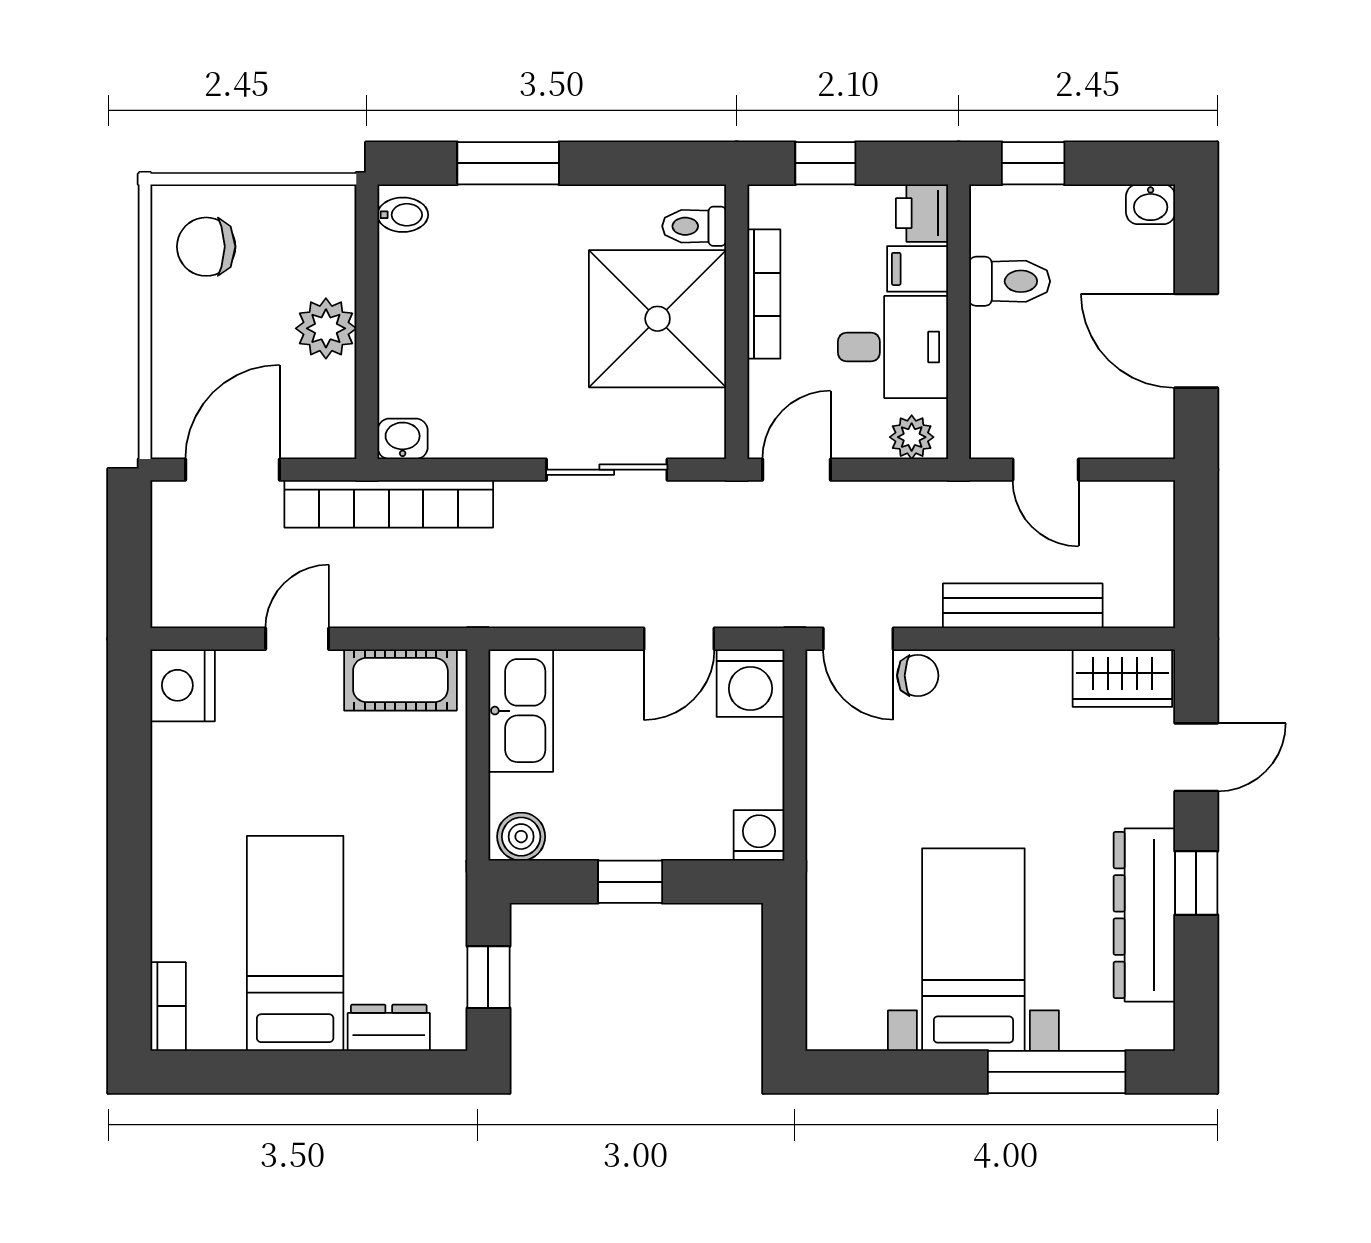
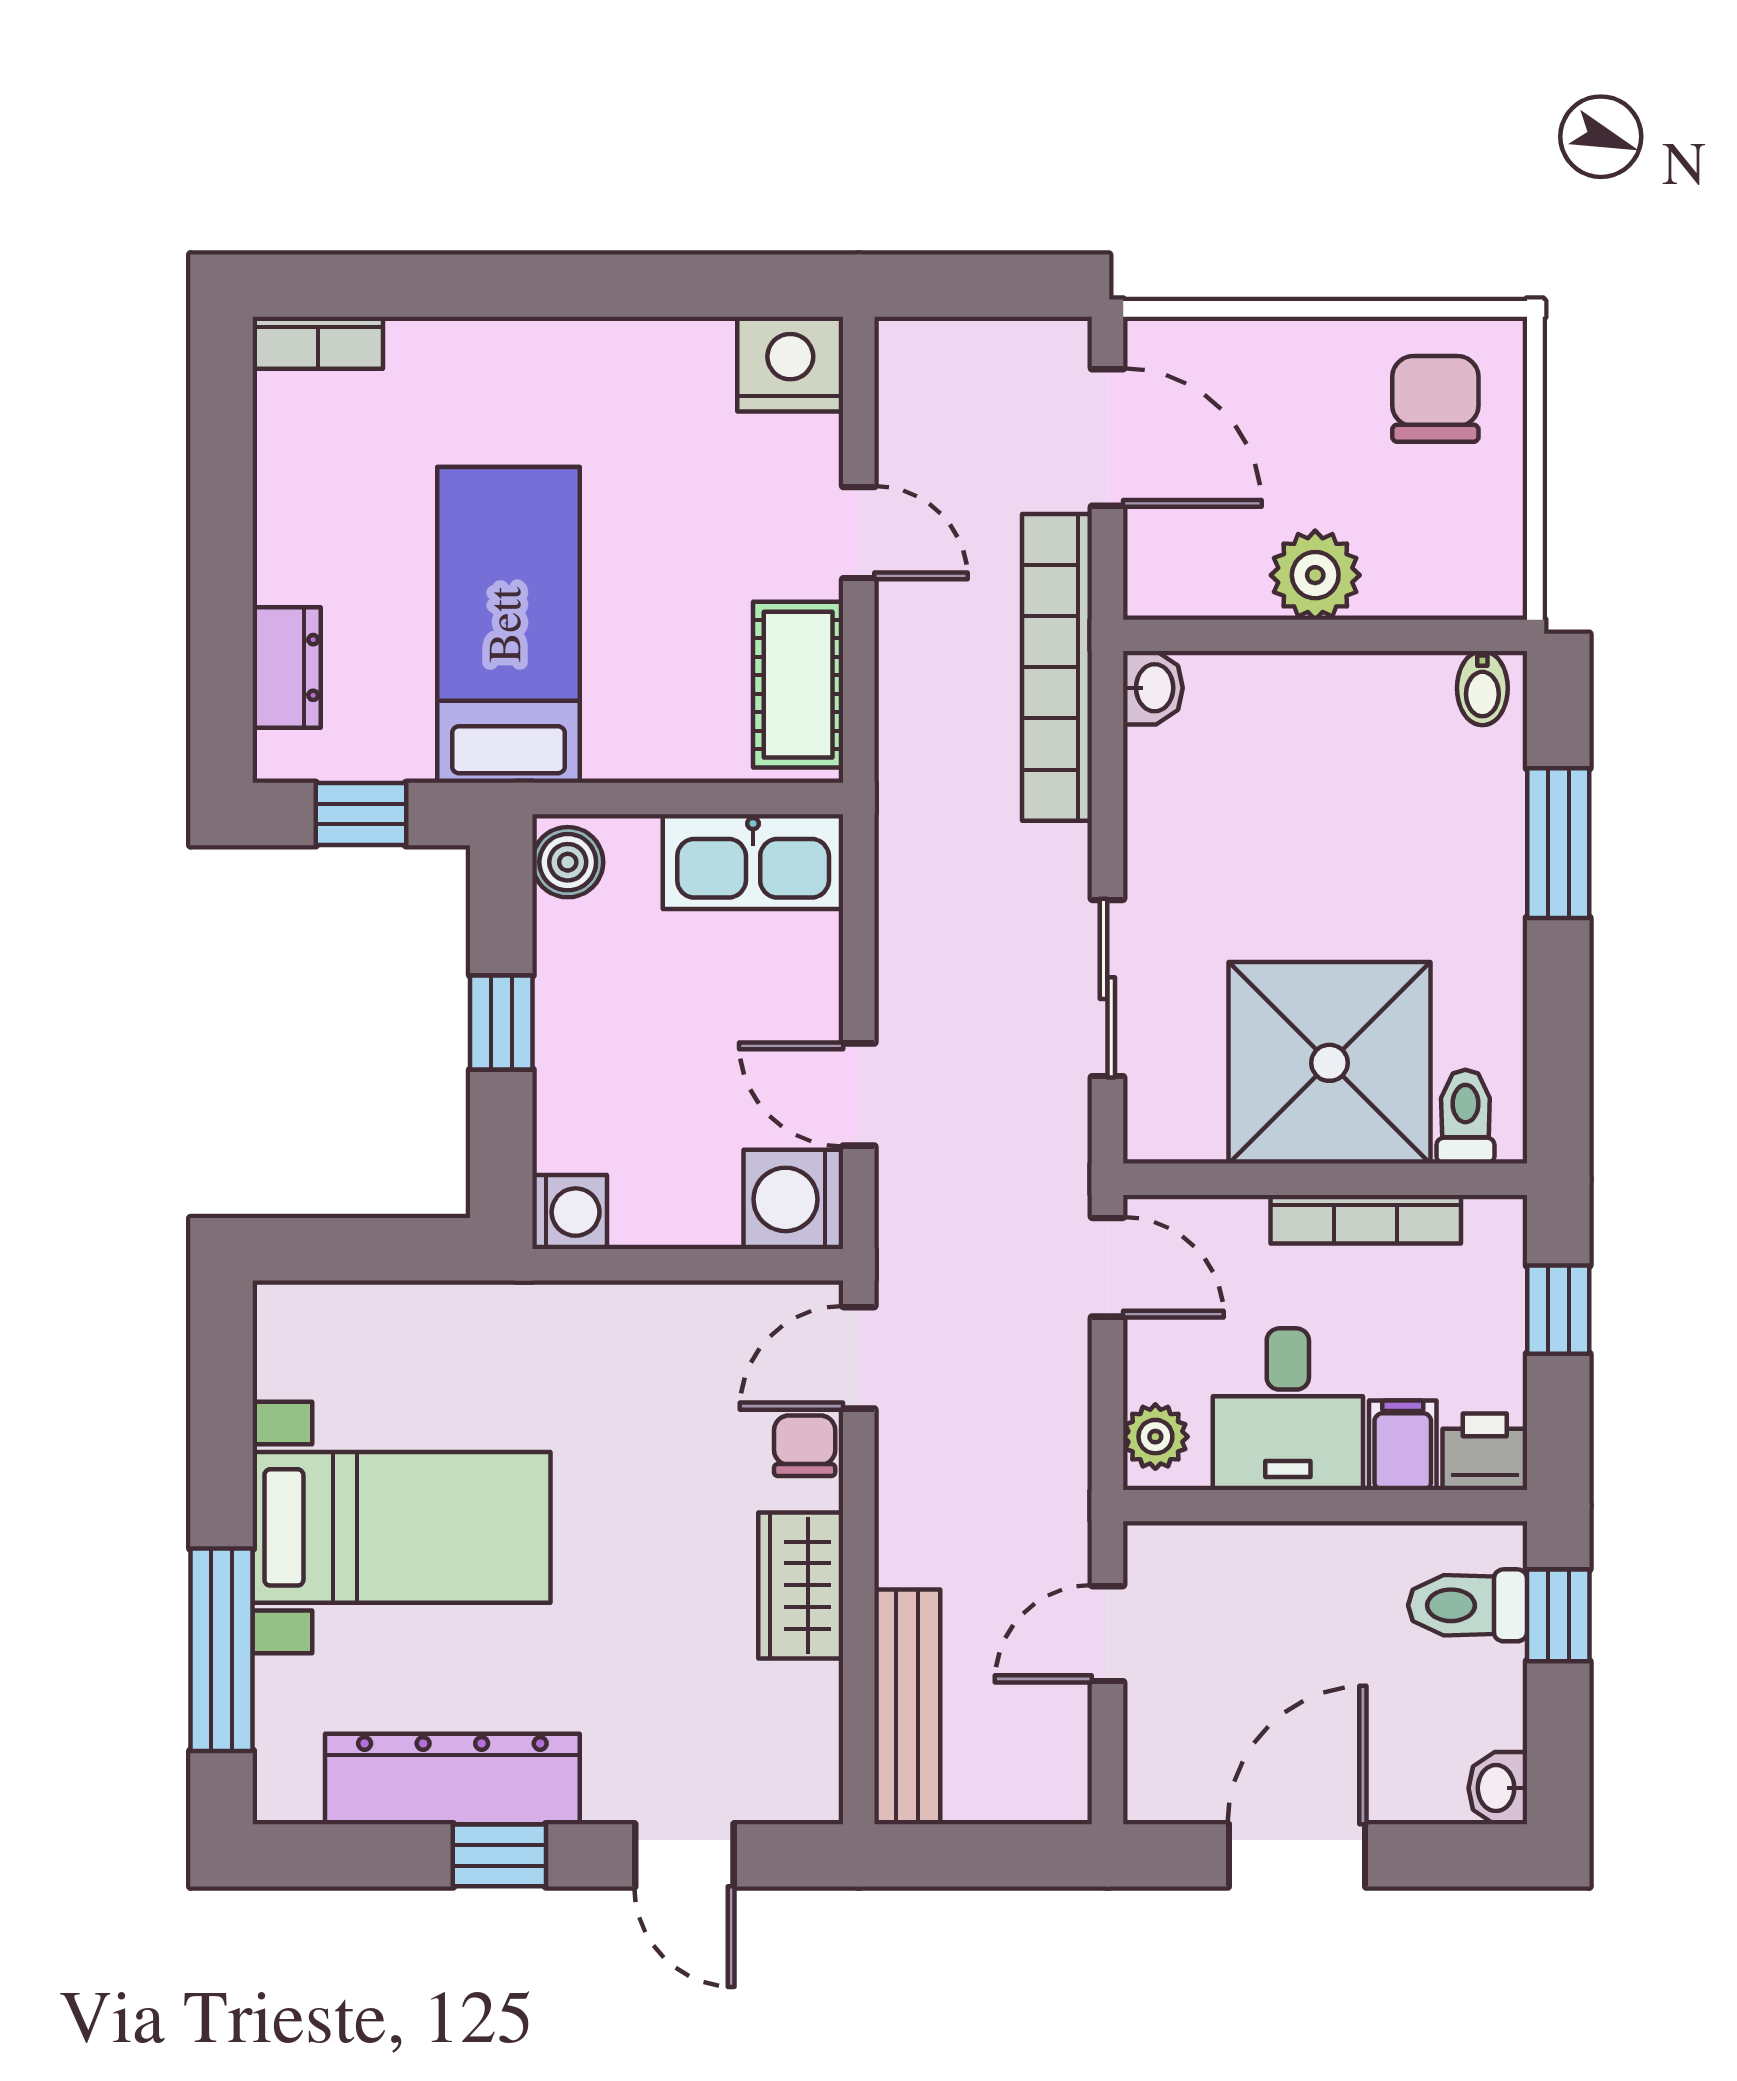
toilet: (1010, 281) -> (1468, 1605), moved, turned 90
bench: (1023, 606) -> (907, 1707), moved
chair: (918, 676) -> (805, 1446), turned 180
wardrobe: (1122, 678) -> (801, 1585), moved
bed: (295, 943) -> (508, 625), moved, turned -90

